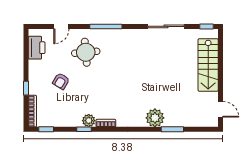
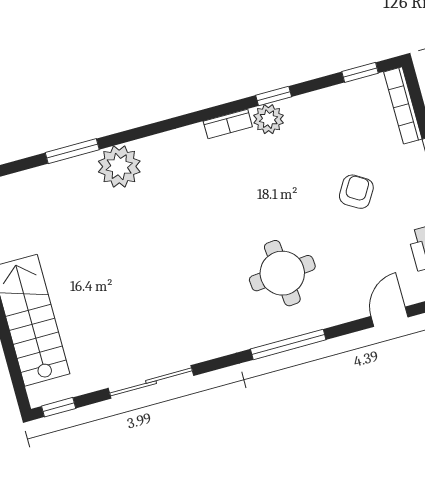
round table: (86, 52) -> (282, 273), moved

